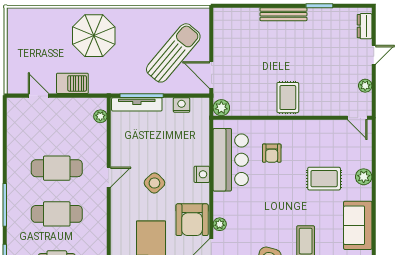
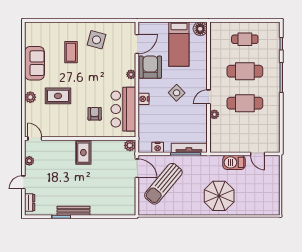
bench: (283, 14) -> (74, 211), moved
plant: (100, 116) -> (214, 114), moved
plant: (220, 224) -> (131, 74), moved

